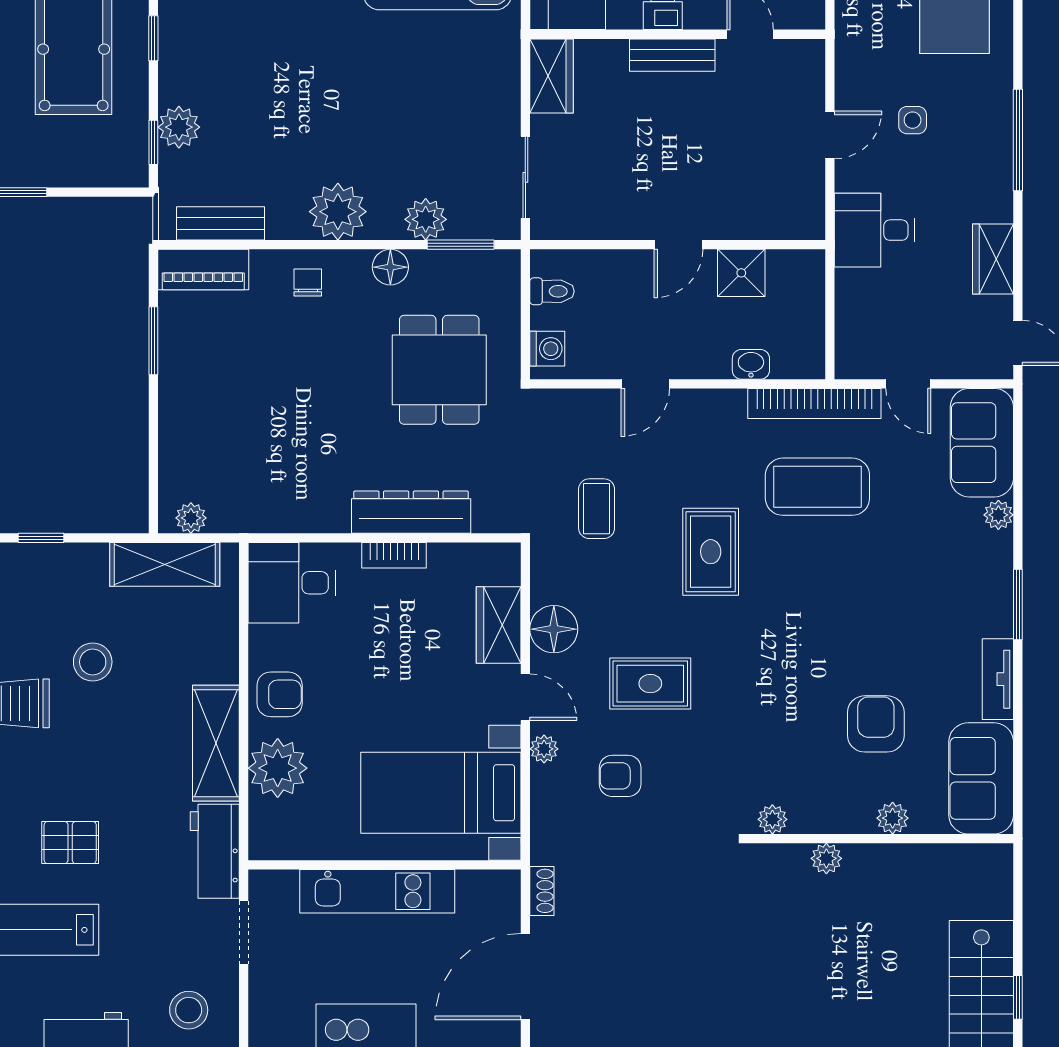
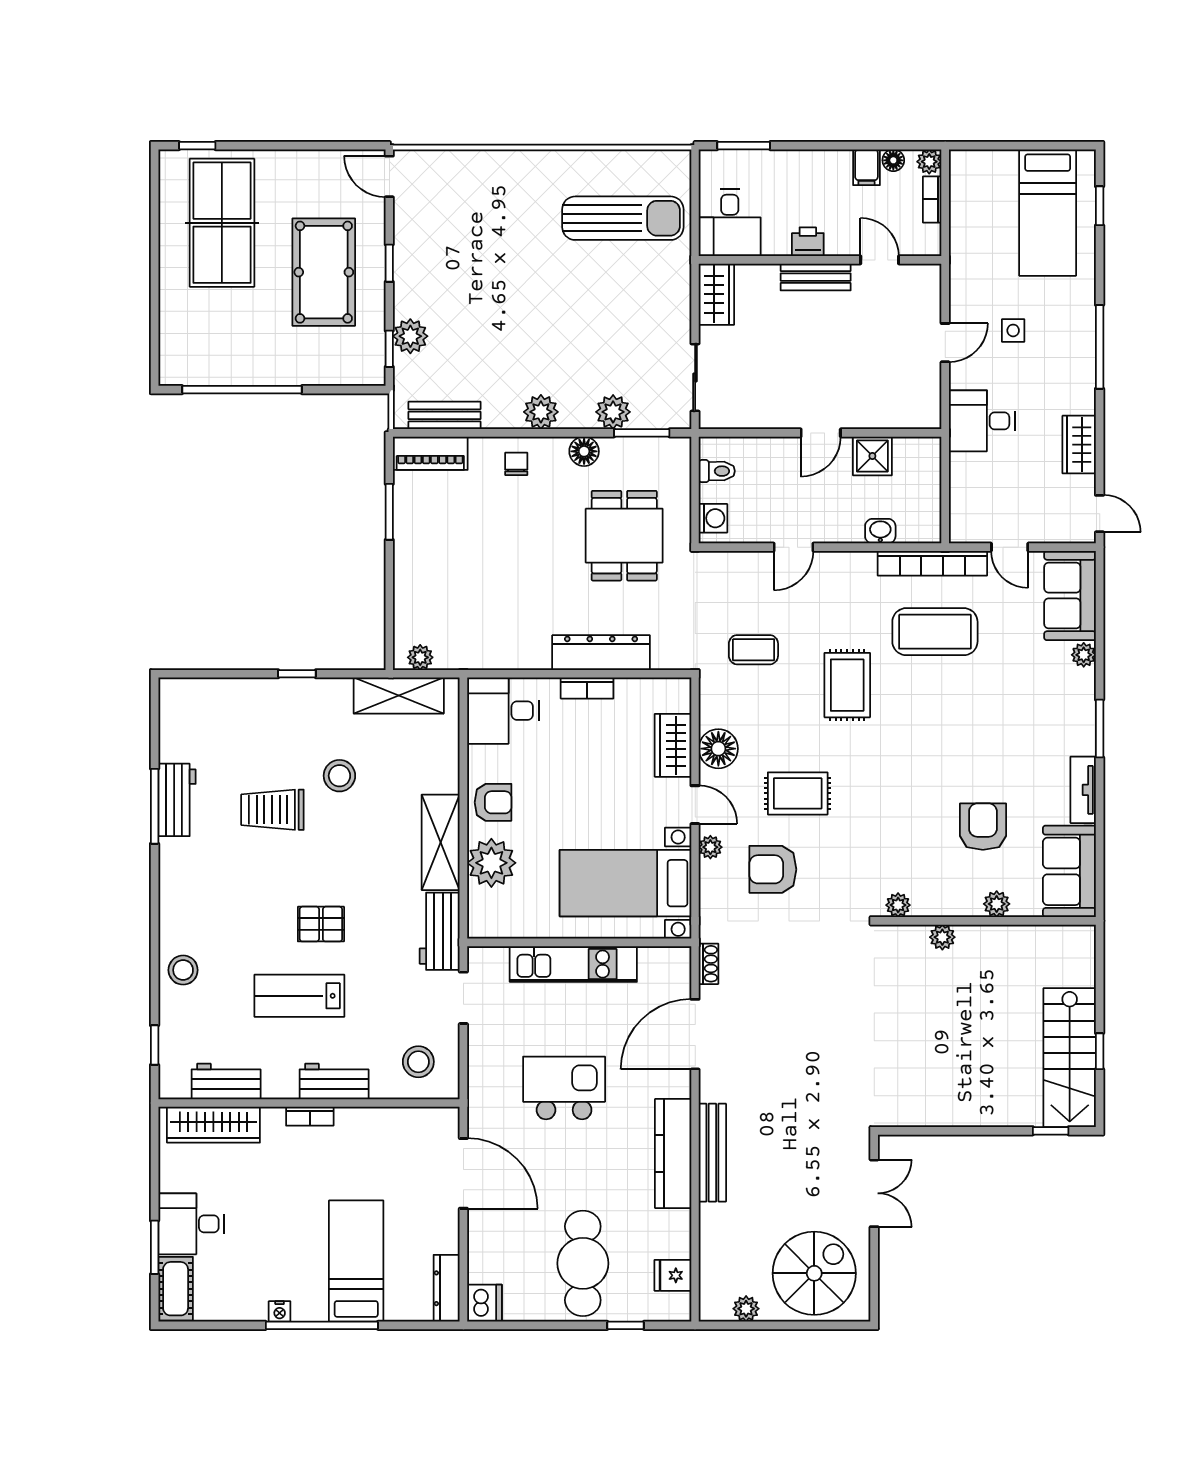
plant: (338, 212) -> (541, 412), width x0.73, depth x0.73
coffee table: (597, 509) -> (753, 650), turned 90
armchair: (620, 776) -> (773, 869), width x1.38, depth x1.38

